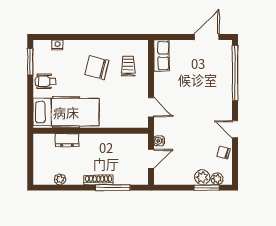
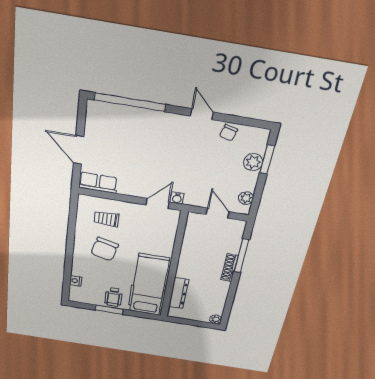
door: (207, 37) -> (79, 150), moved
window: (30, 62) -> (109, 310), moved
door: (235, 129) -> (202, 114), swing flipped
dresser: (67, 140) -> (179, 293), width x1.44
water cooler: (159, 141) -> (177, 198), moved
plant: (60, 179) -> (216, 319), moved
plant: (217, 179) -> (246, 198), moved

